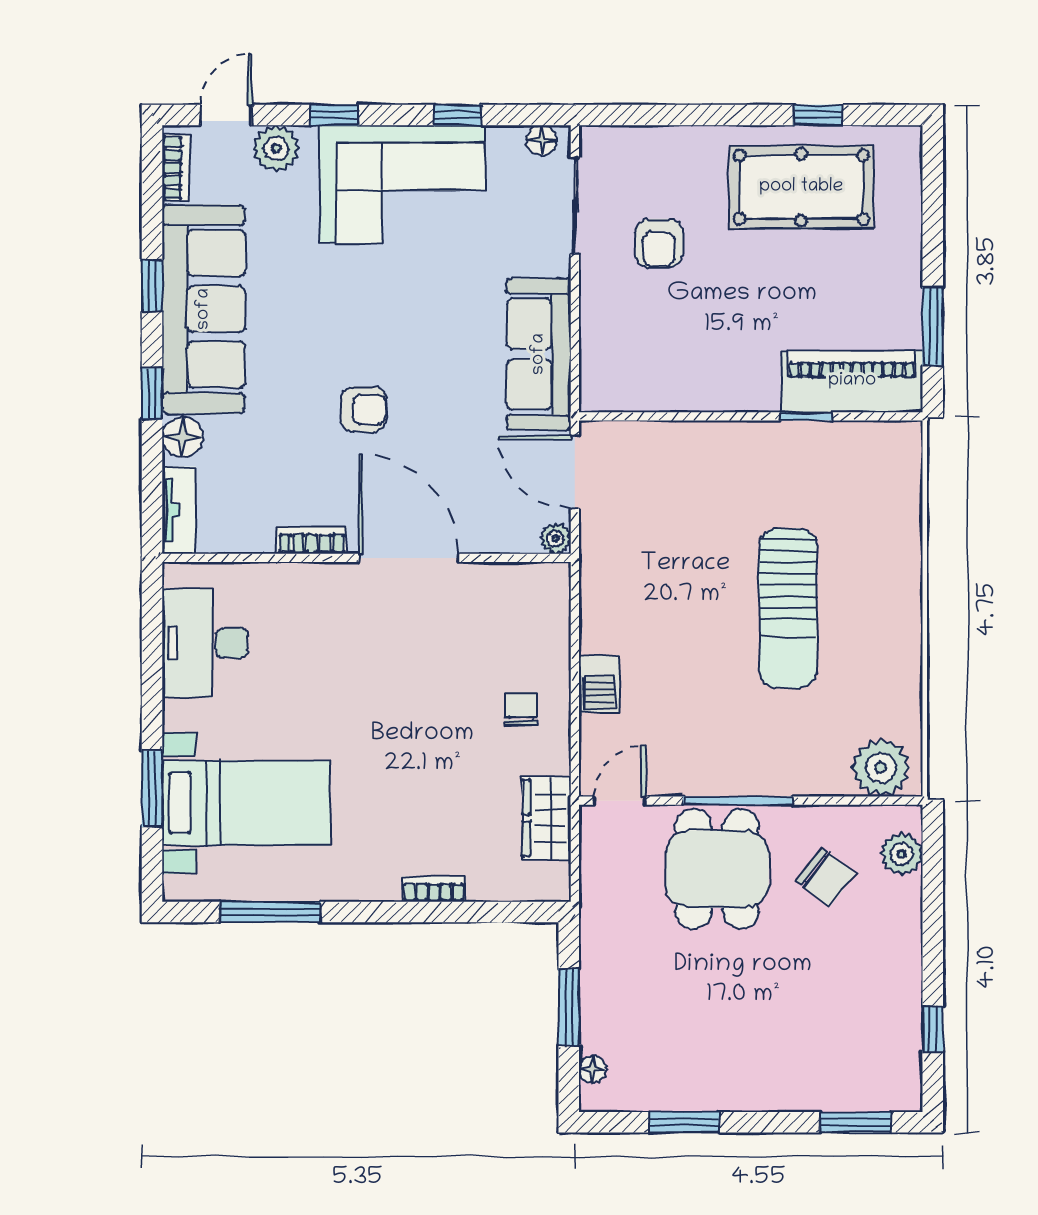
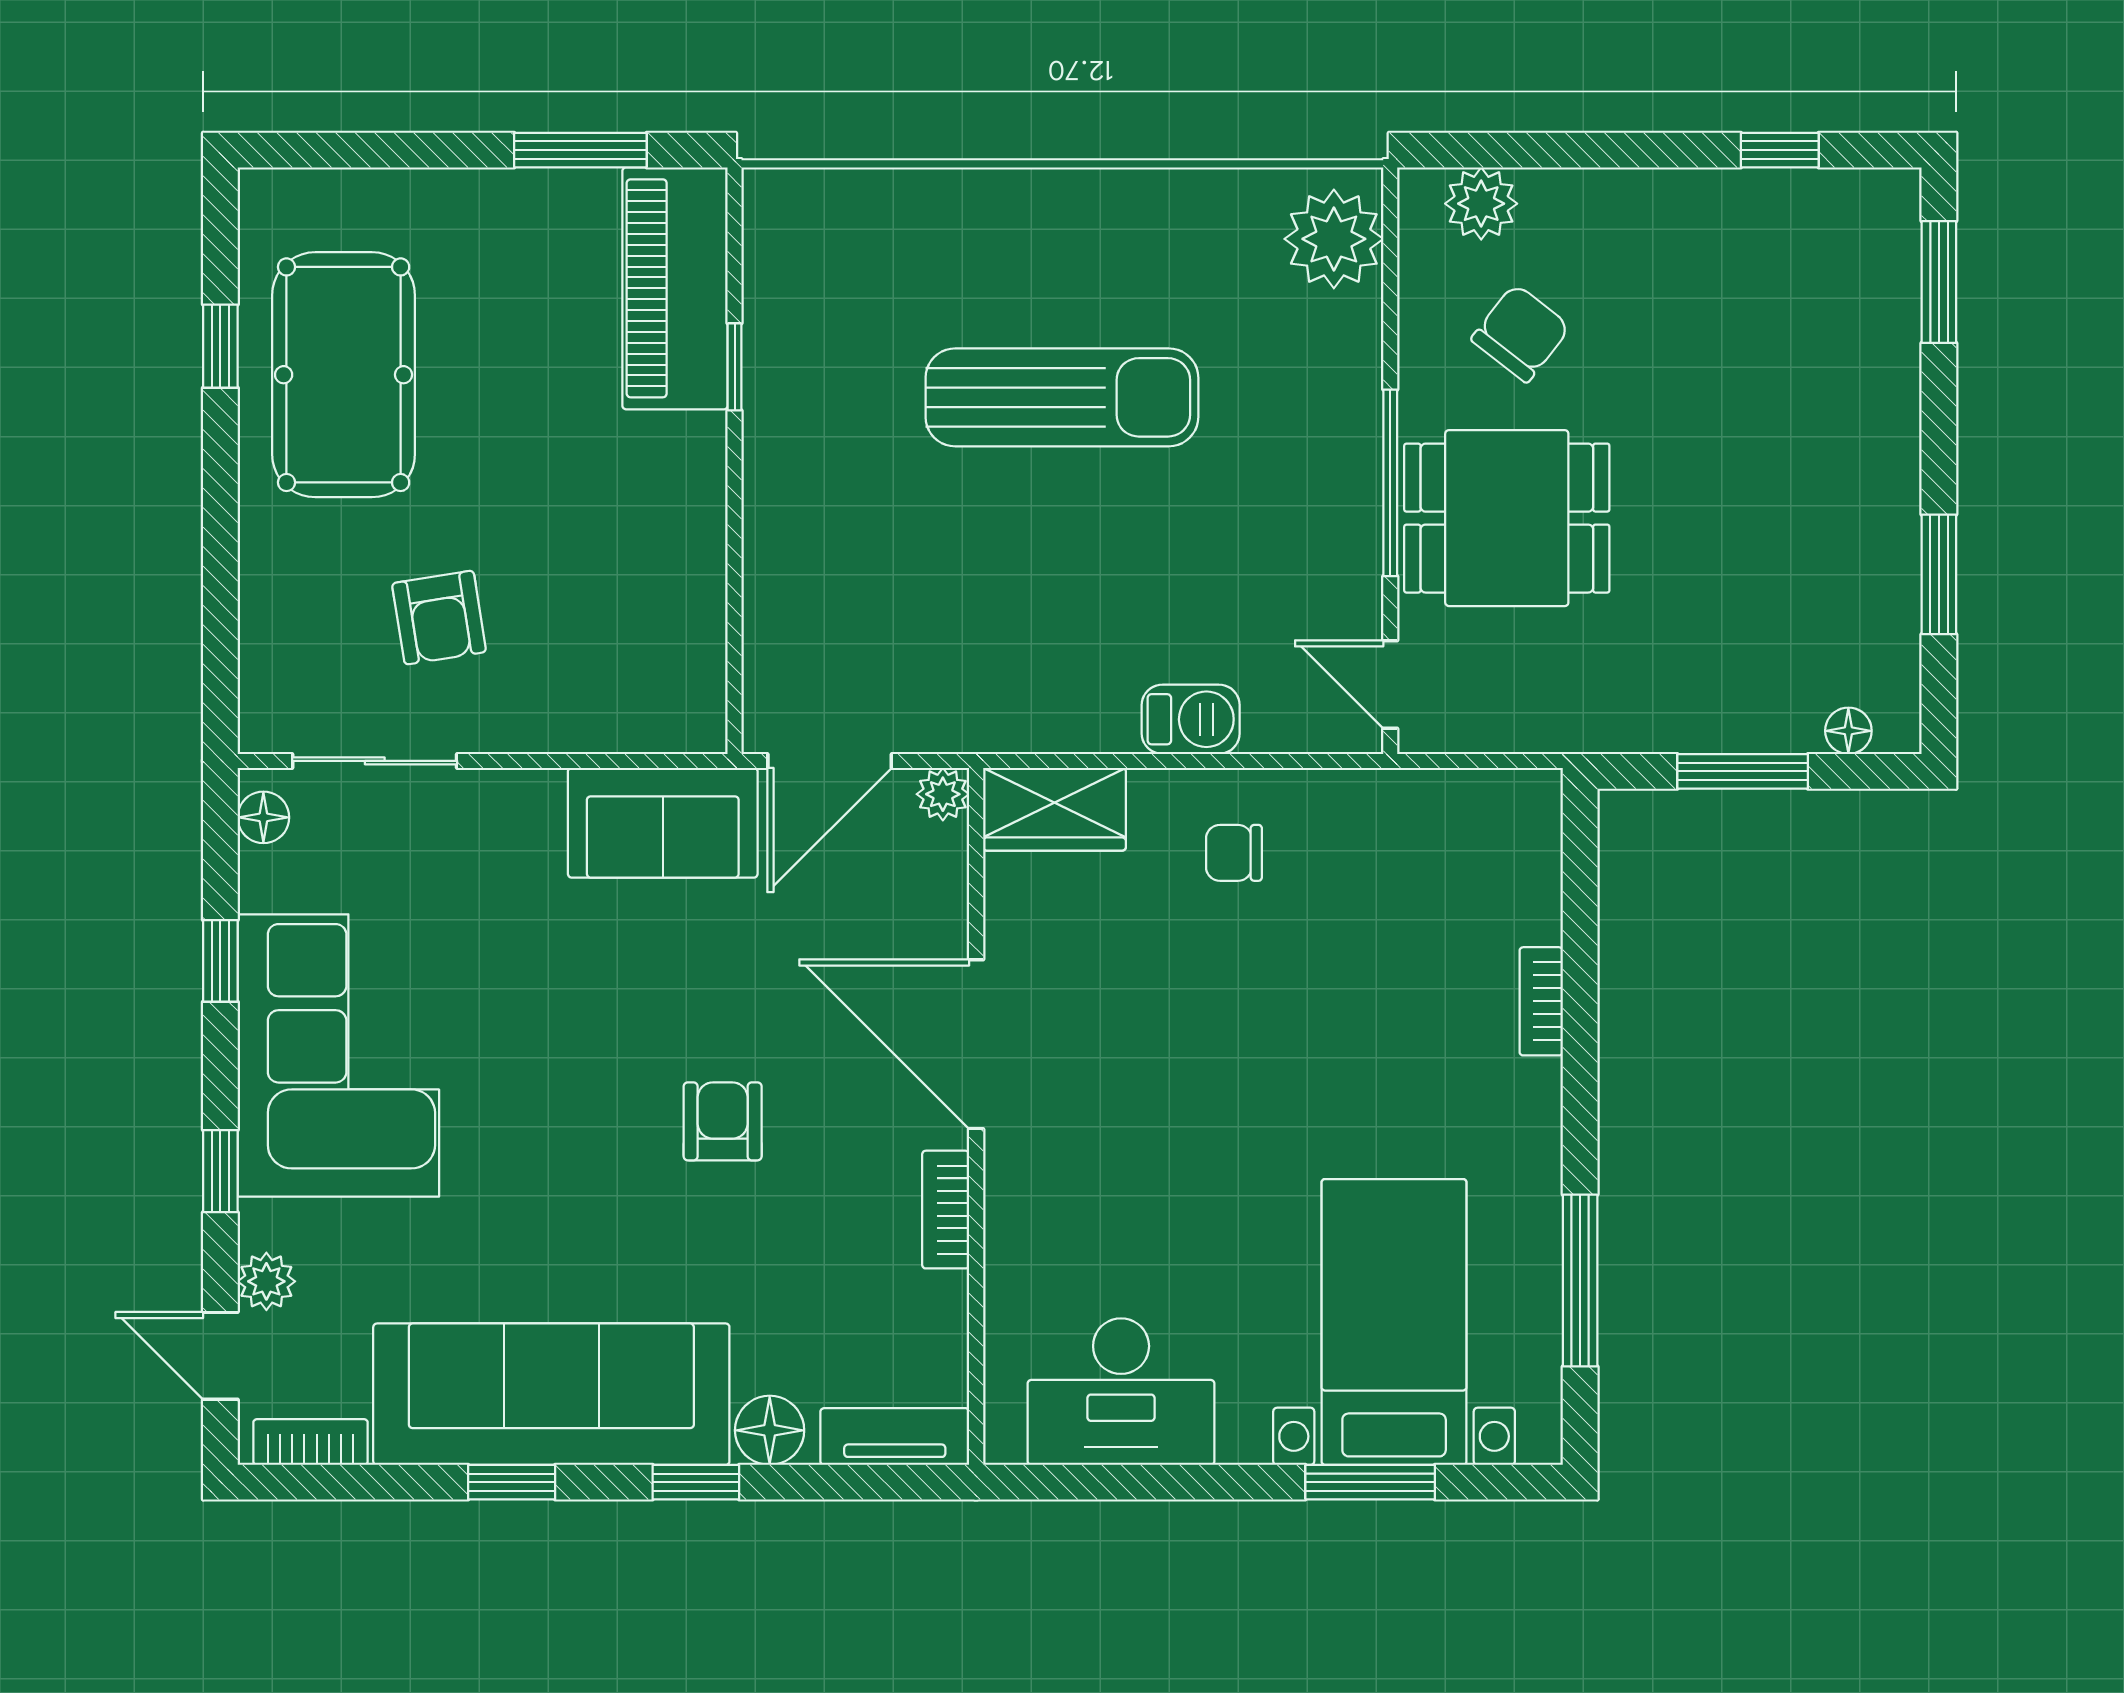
plant: (276, 148) -> (266, 1281), width x0.73, depth x0.73
armchair: (659, 243) -> (439, 618), turned 81
sofa: (539, 354) -> (663, 823), width x0.73
door: (409, 558) -> (976, 1044), hinge flipped
wardrobe: (547, 818) -> (1054, 809), moved

